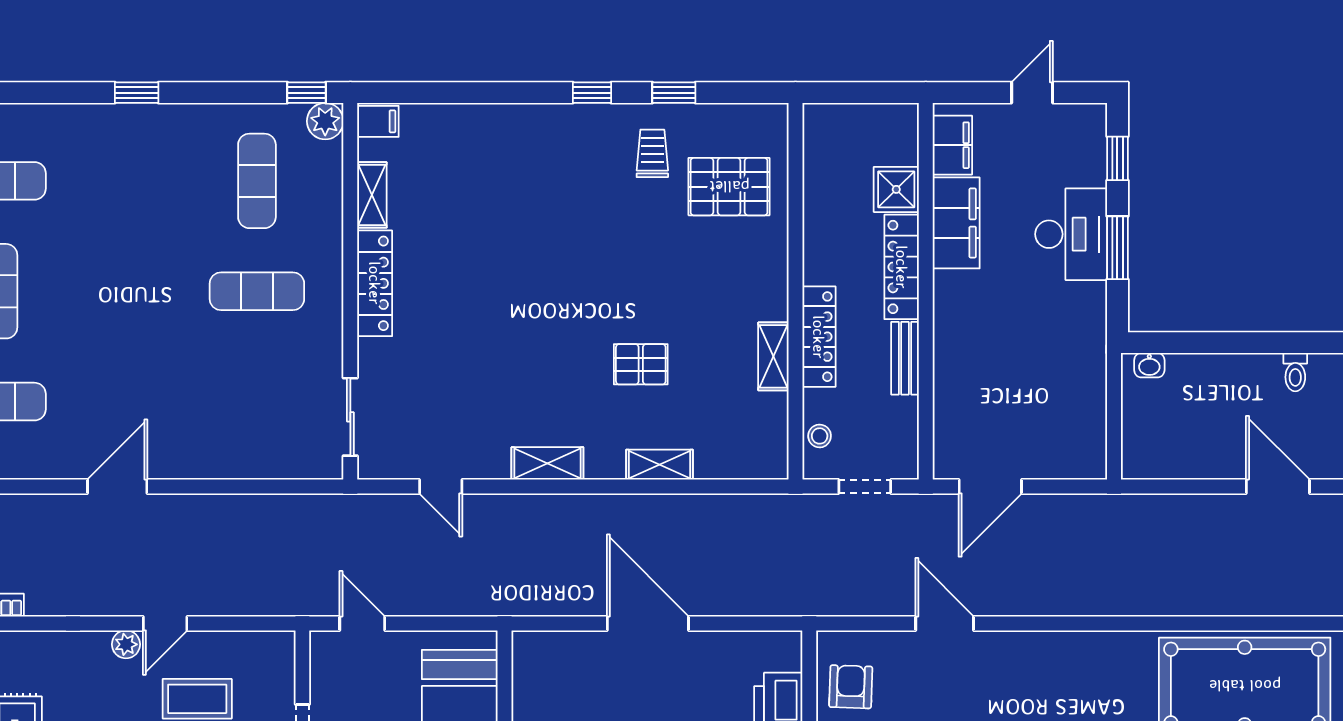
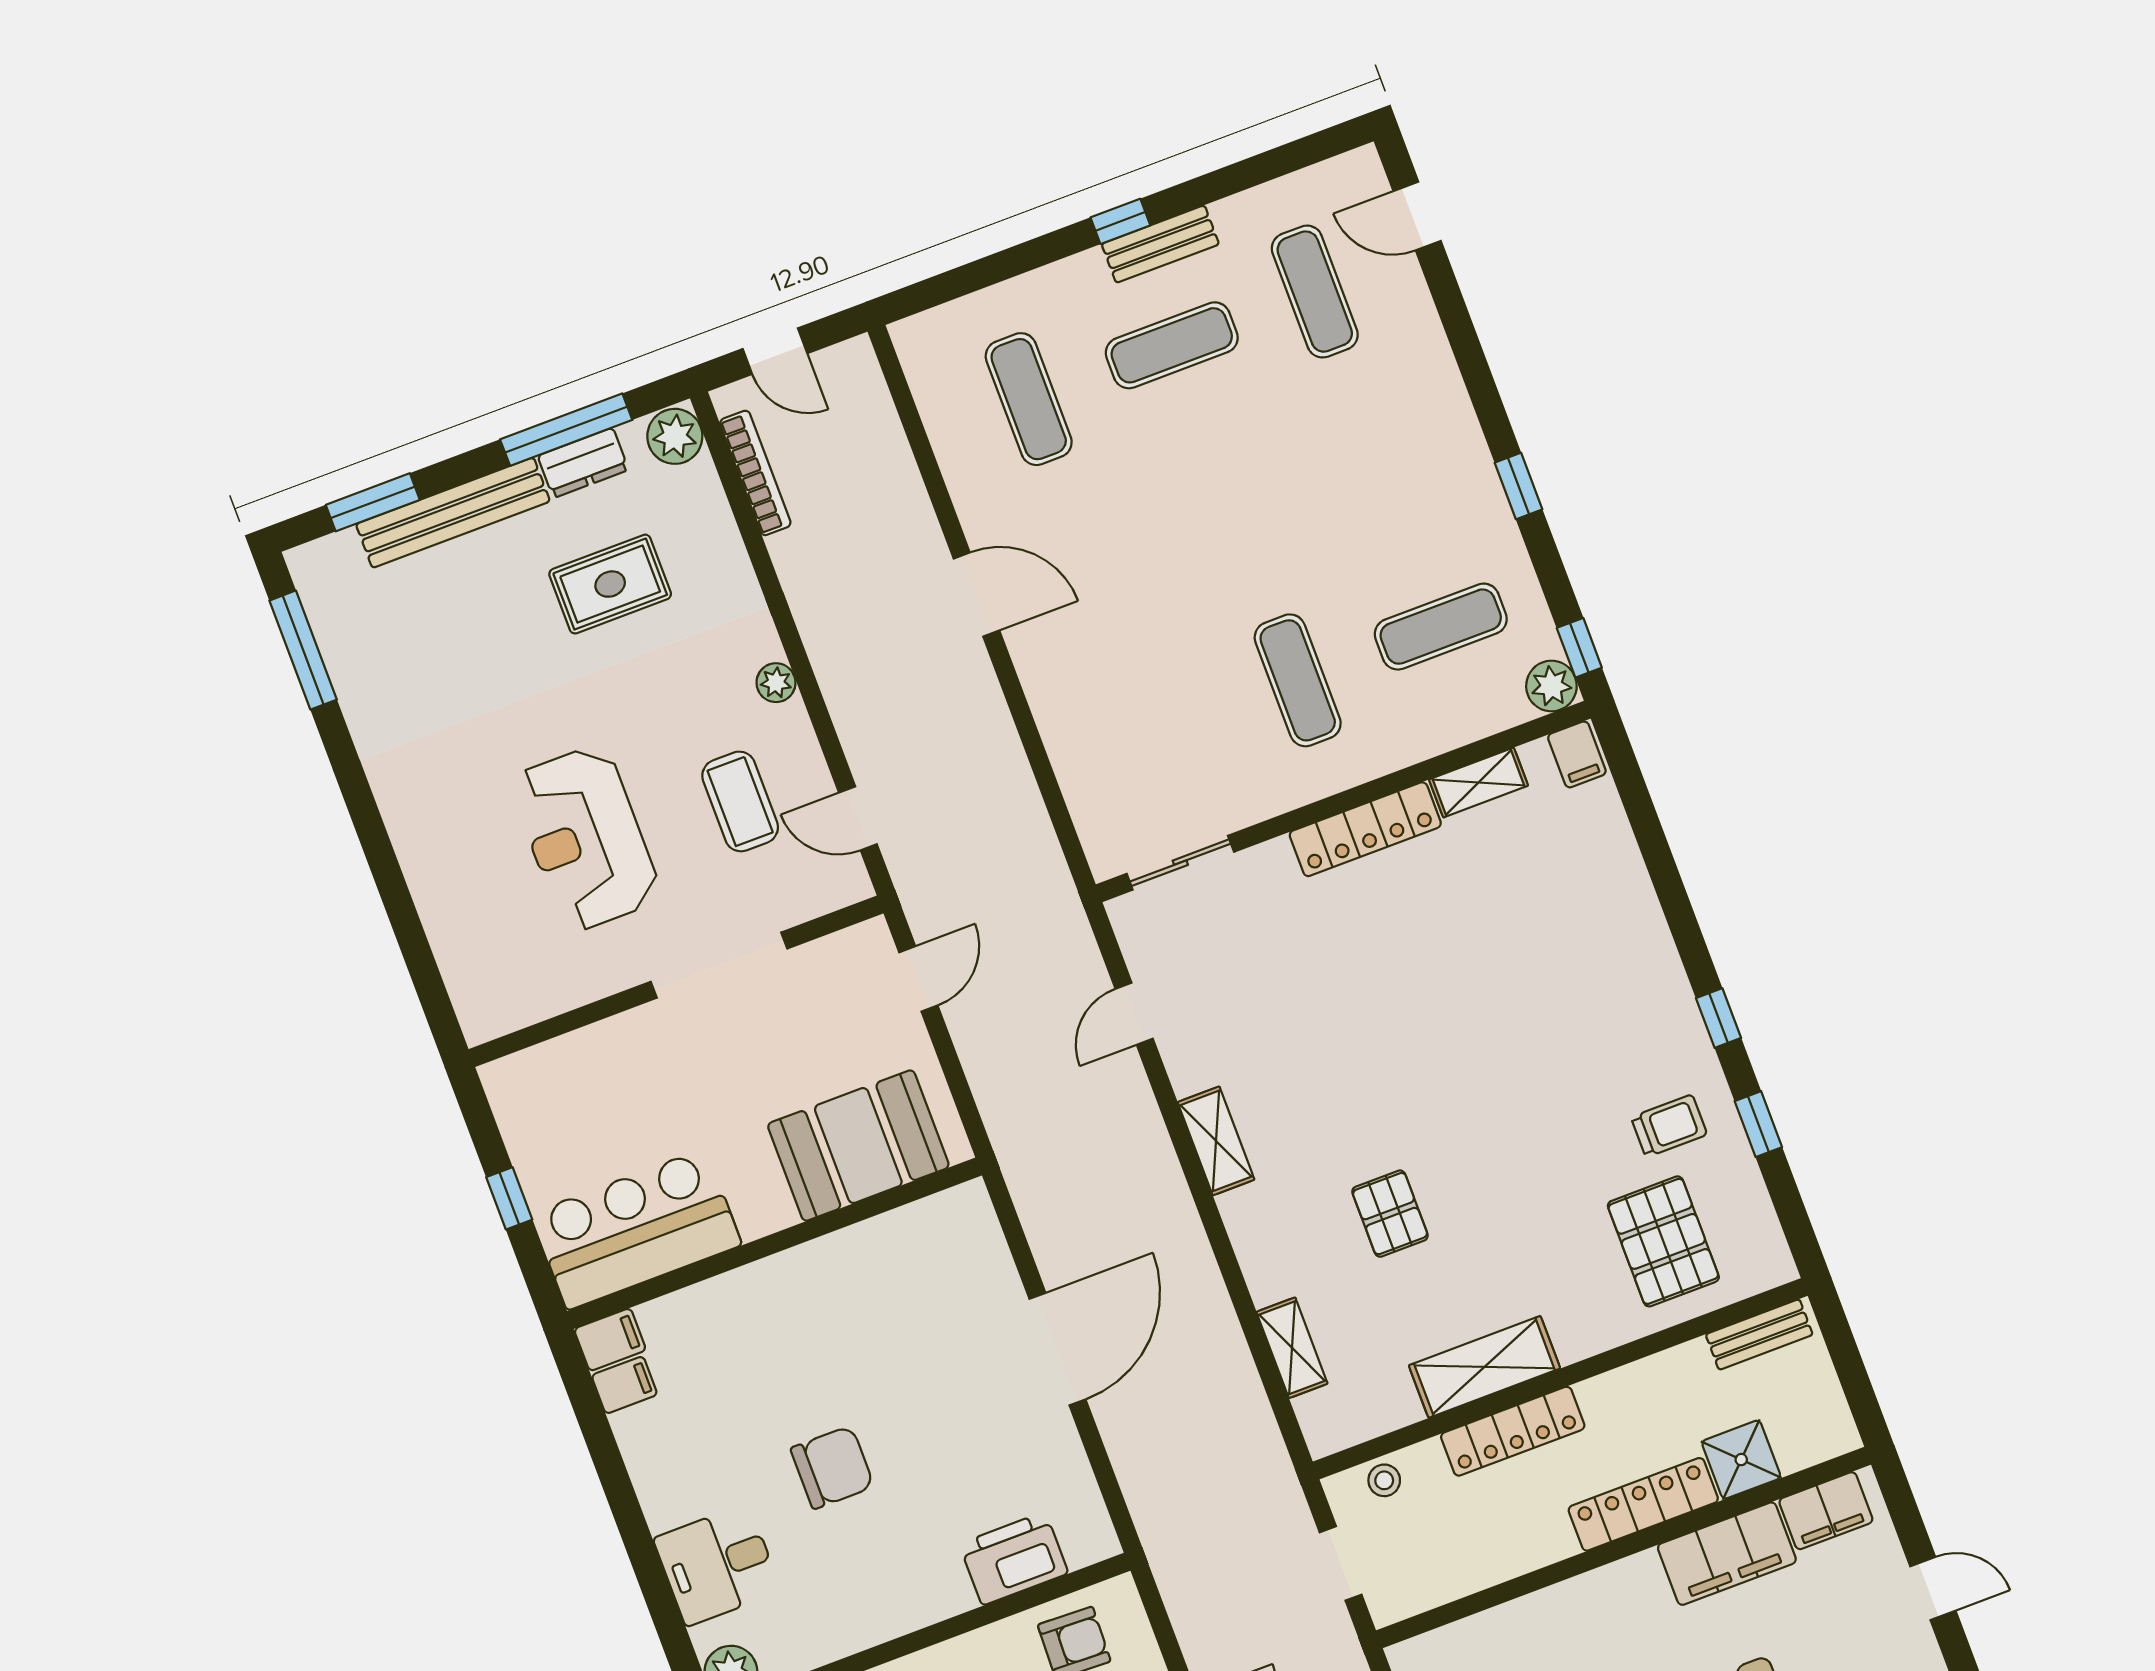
window: (137, 93) -> (1519, 486), moved
shelving: (773, 356) -> (1484, 1367), width x1.50, depth x1.33
bench: (905, 358) -> (1759, 1335), moved
shelving: (660, 465) -> (1292, 1348), moved
door: (165, 623) -> (858, 818), moved

